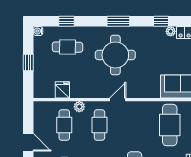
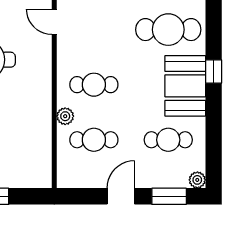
fridge: (62, 90) -> (39, 143), removed
door: (118, 100) -> (54, 22), moved

